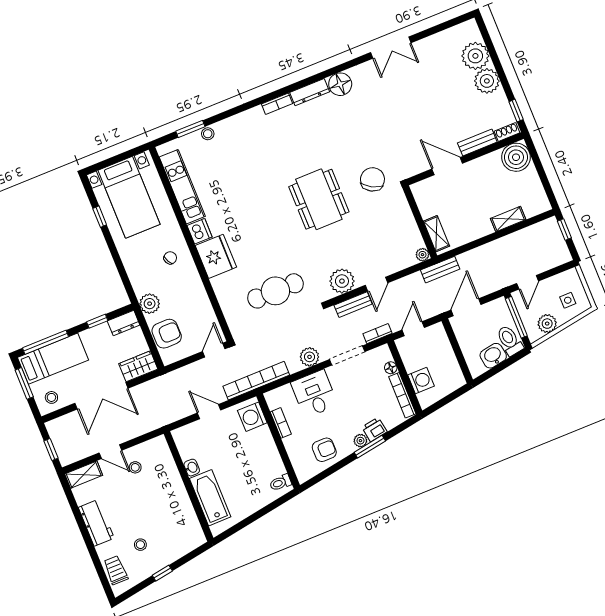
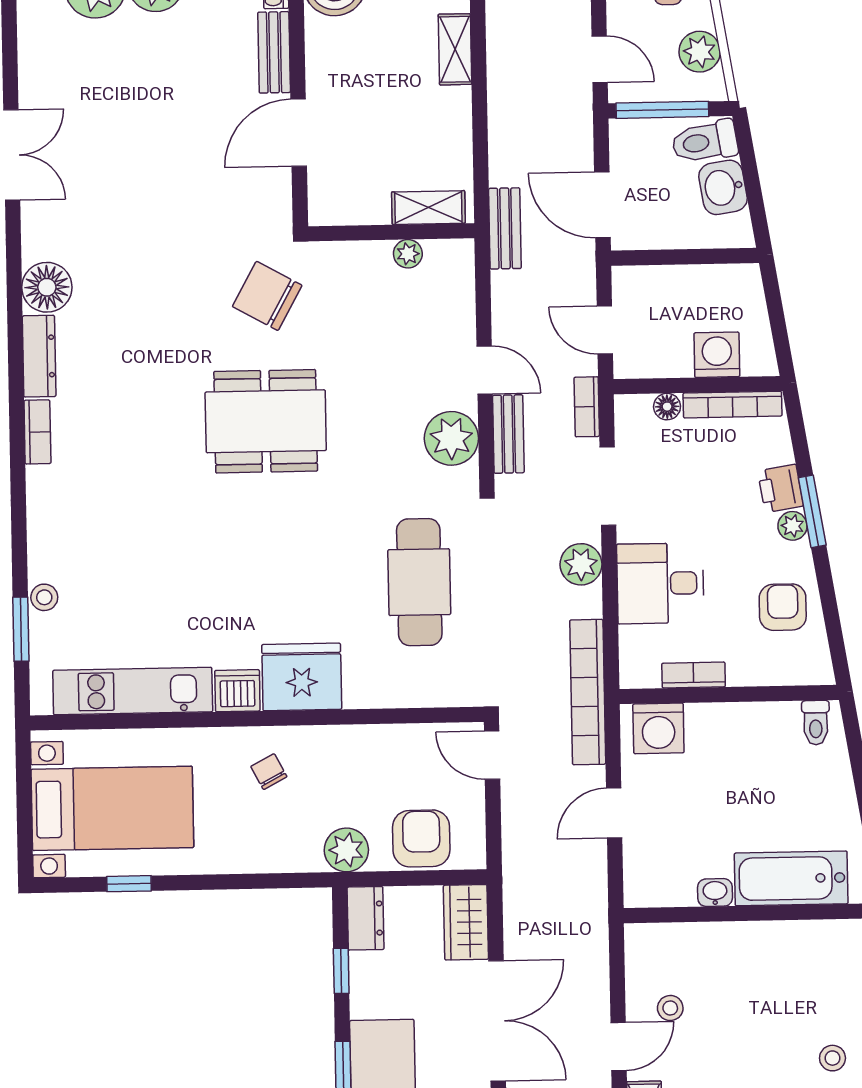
plant: (422, 255) -> (408, 254), moved

